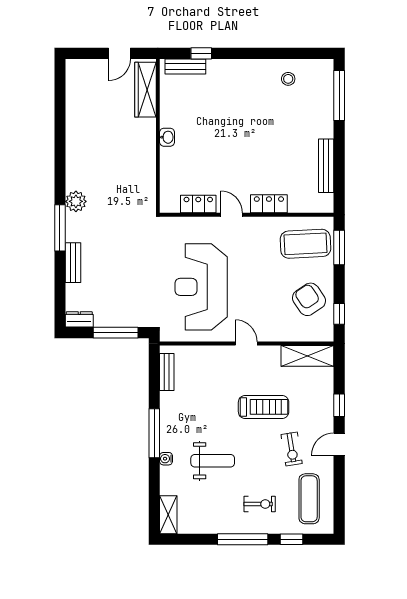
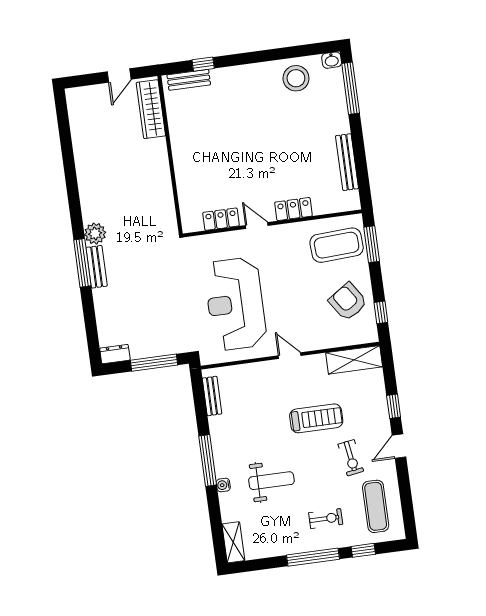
stool: (288, 79) -> (296, 78), width x1.89, depth x1.89
washbasin: (167, 137) -> (332, 60), moved, turned 90
bench: (73, 263) -> (97, 267), moved

